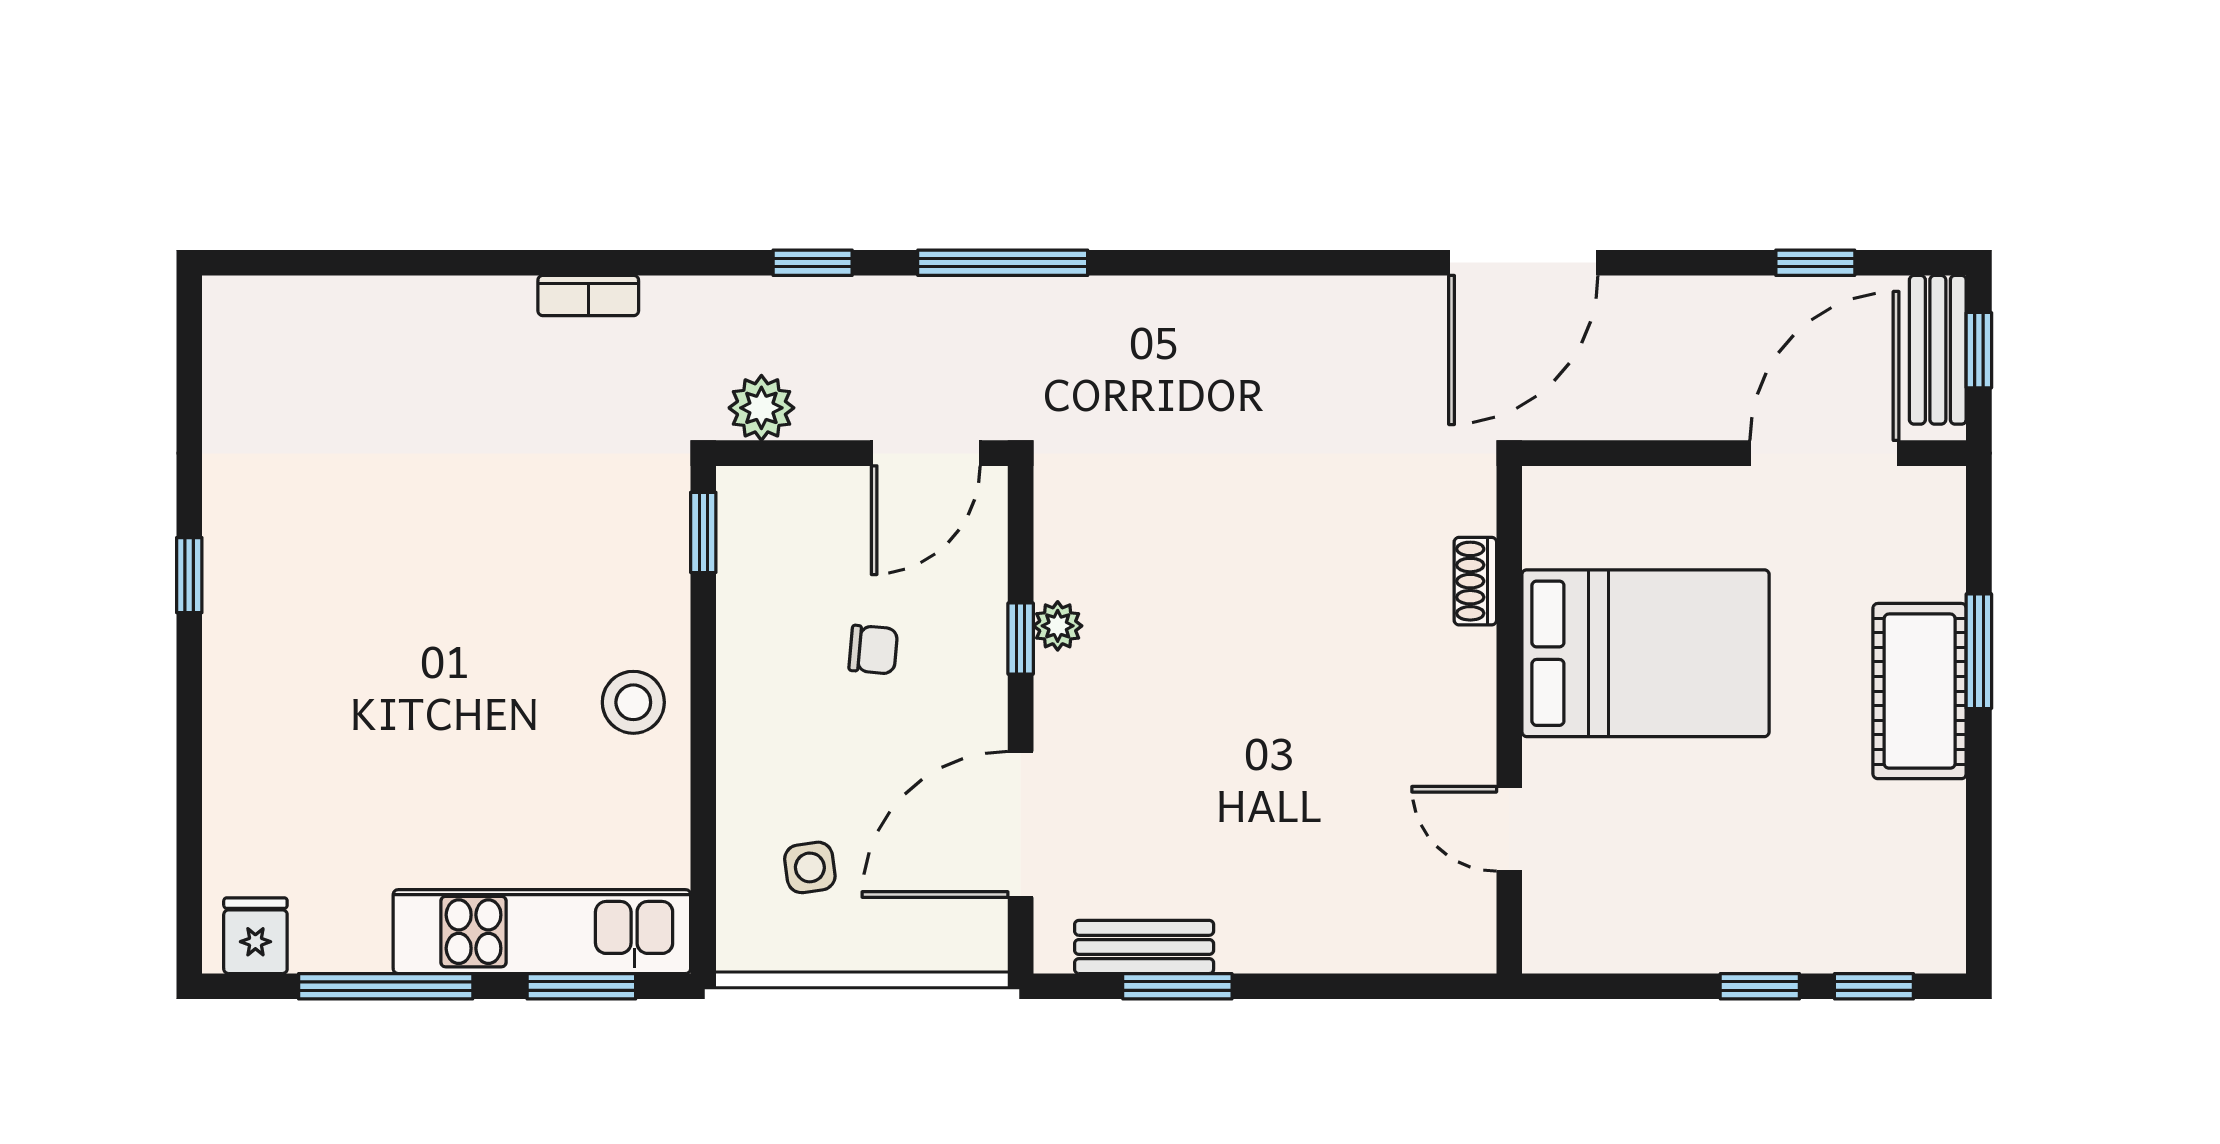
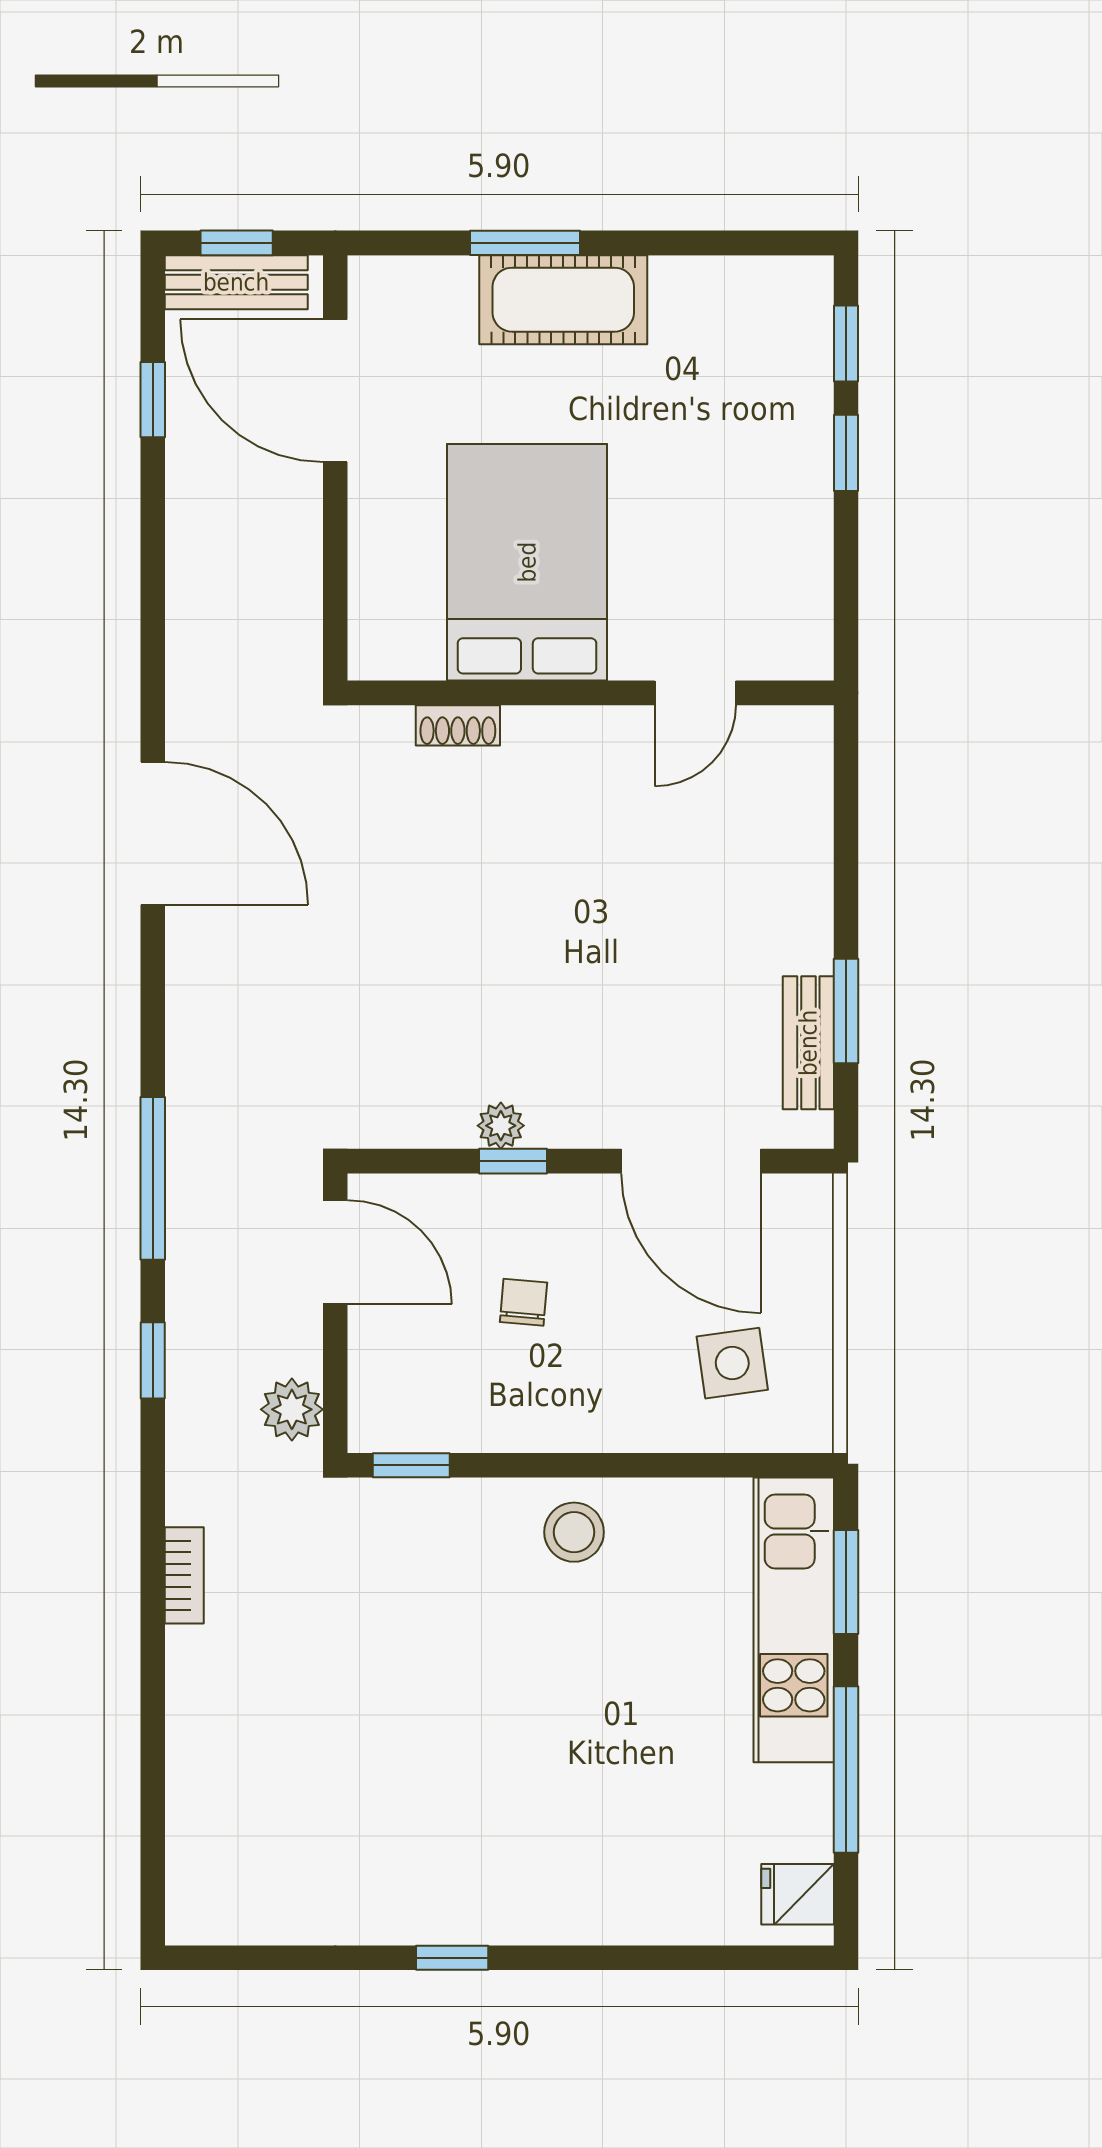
door: (1523, 263) -> (153, 833), moved
side table: (810, 867) -> (732, 1363), width x1.37, depth x1.37

